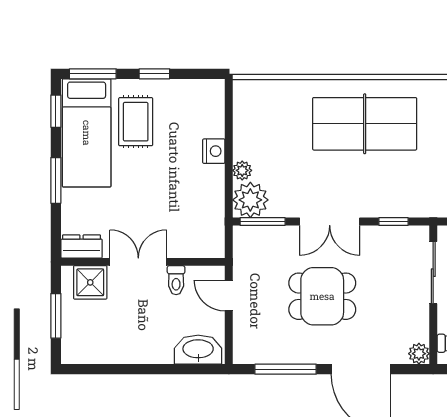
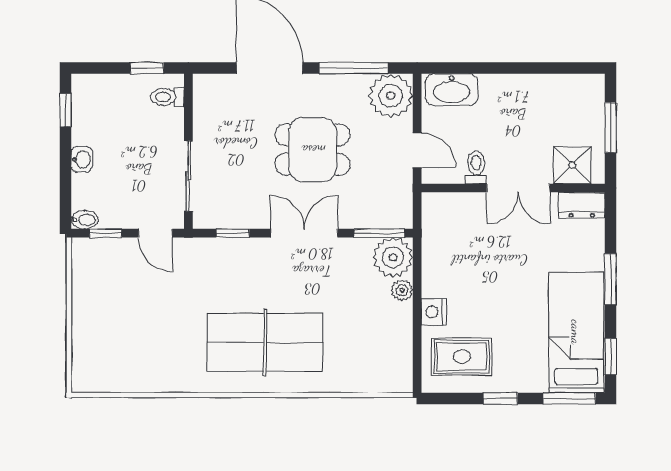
rug: (136, 122) -> (462, 357), moved, turned 90
plant: (419, 354) -> (391, 96), moved, width x1.88, depth x1.88

